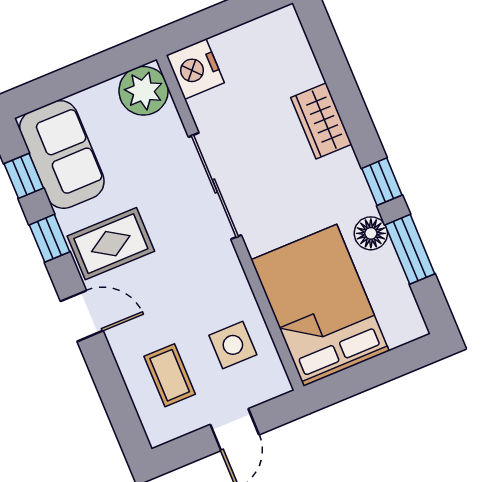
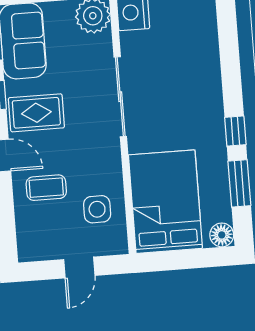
wardrobe: (321, 121) -> (207, 76), removed
floor lamp: (371, 233) -> (222, 235), moved
coffee table: (170, 375) -> (46, 188), moved, turned 90

